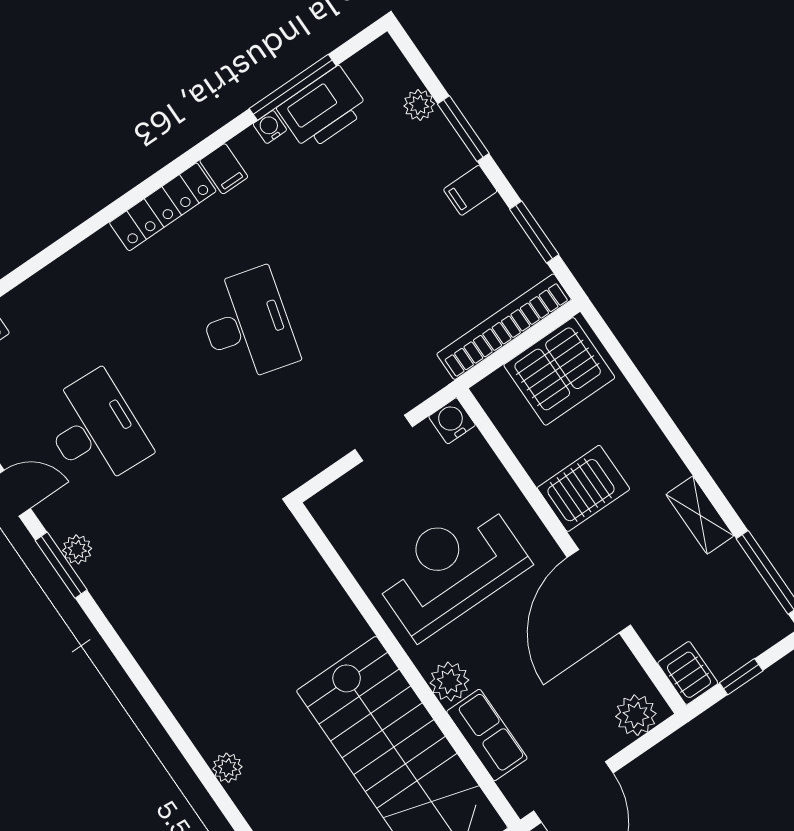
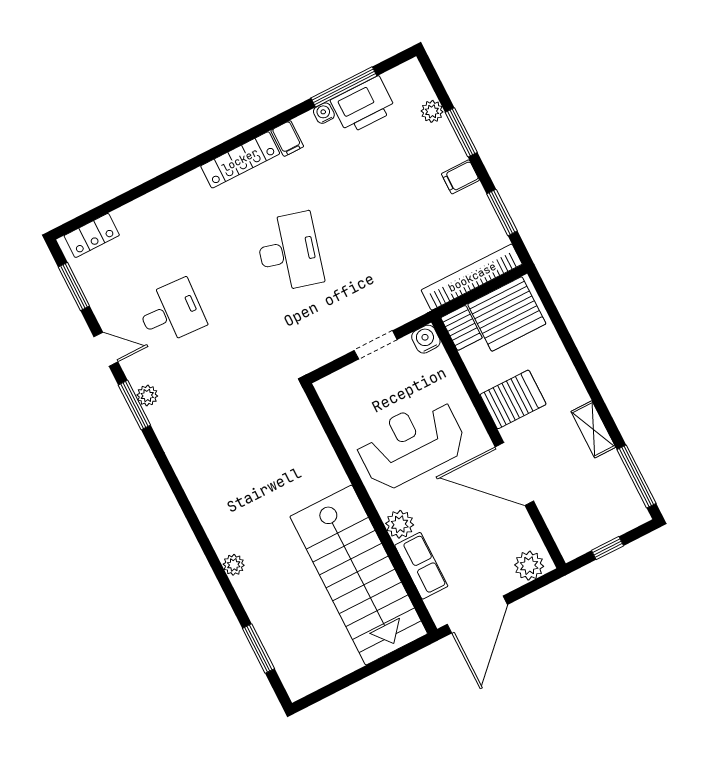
desk: (95, 430) -> (171, 312), width x0.73
door: (599, 591) -> (514, 474), hinge flipped
server rack: (688, 673) -> (462, 328), moved, turned 180

